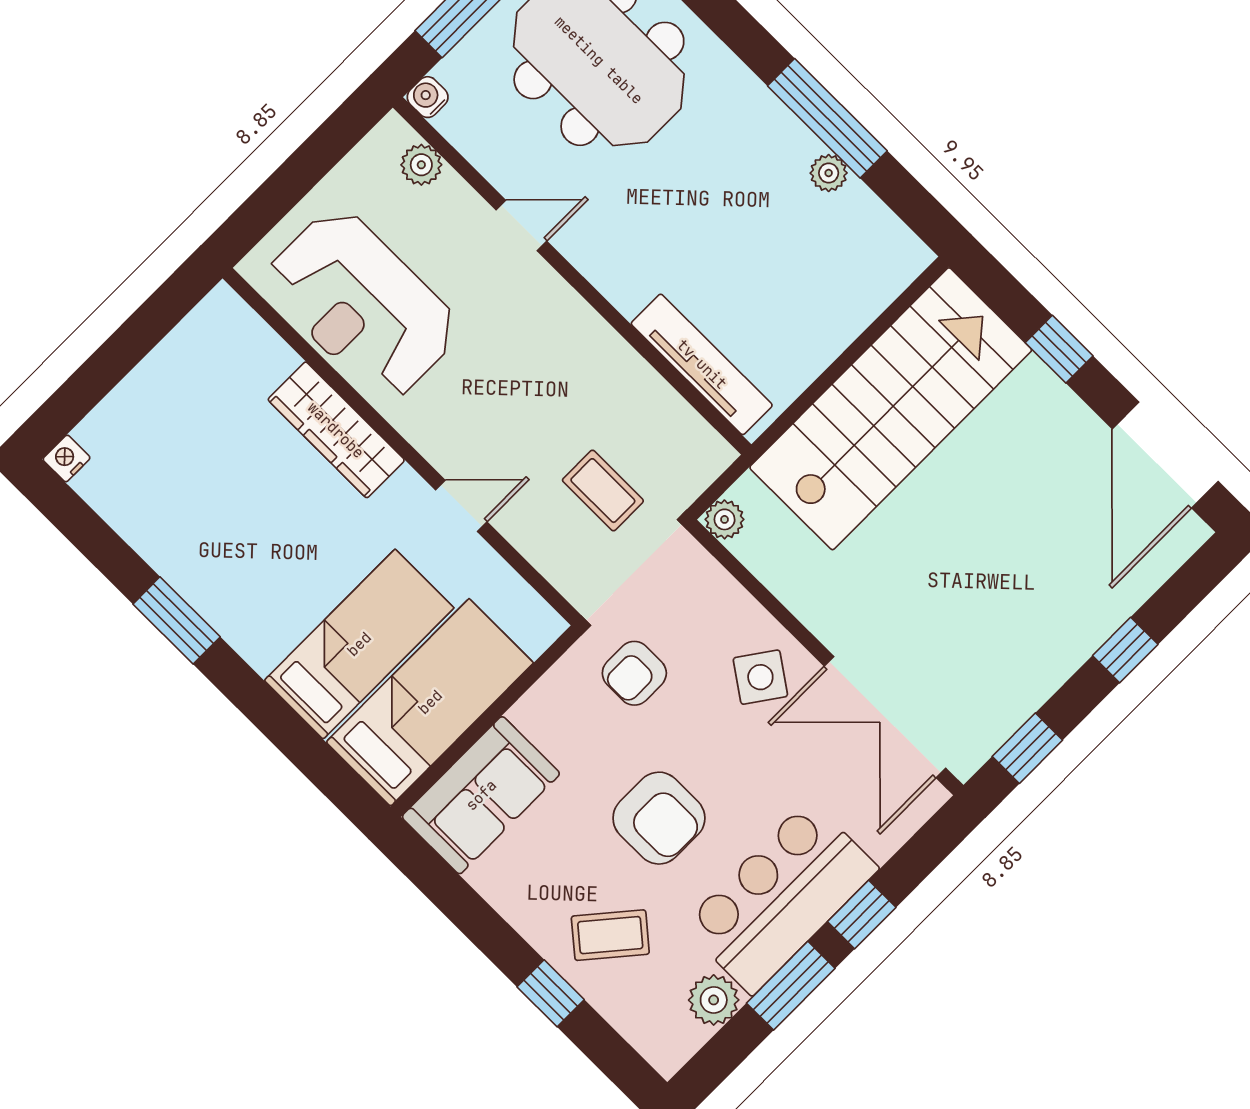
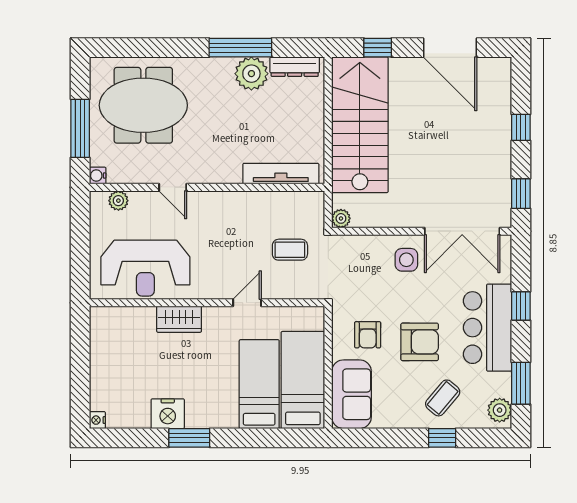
plant: (829, 173) -> (251, 74), width x1.88, depth x1.88
door: (521, 225) -> (173, 187), swing flipped
dresser: (880, 226) -> (295, 67), added
window: (1059, 349) -> (378, 48), moved
wardrobe: (336, 430) -> (179, 319), width x0.67
door: (1165, 455) -> (450, 48), moved
nightstand: (180, 553) -> (168, 414), added
armchair: (634, 673) -> (368, 335), moved
side table: (760, 677) -> (406, 260), turned -35
window: (791, 986) -> (521, 383), moved
plant: (714, 1000) -> (500, 410), moved

